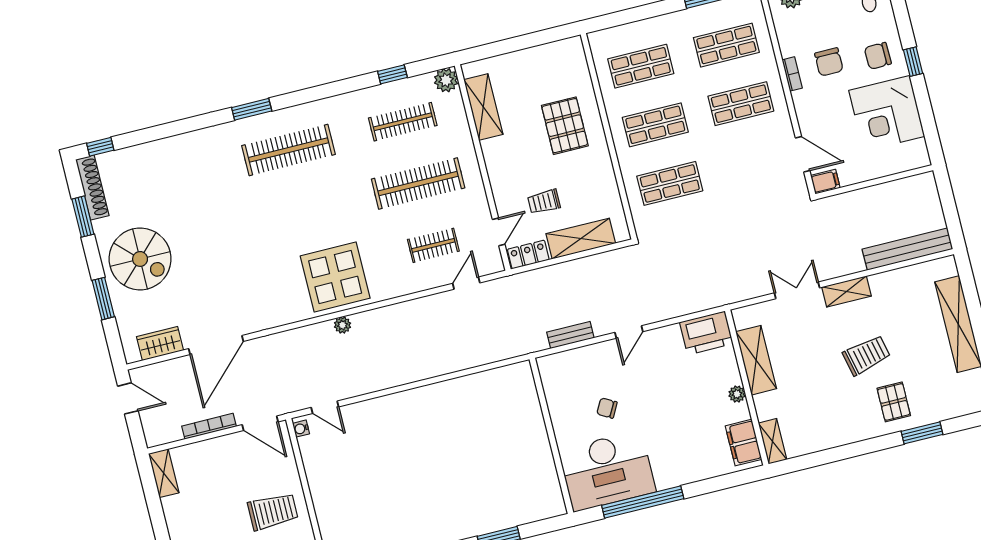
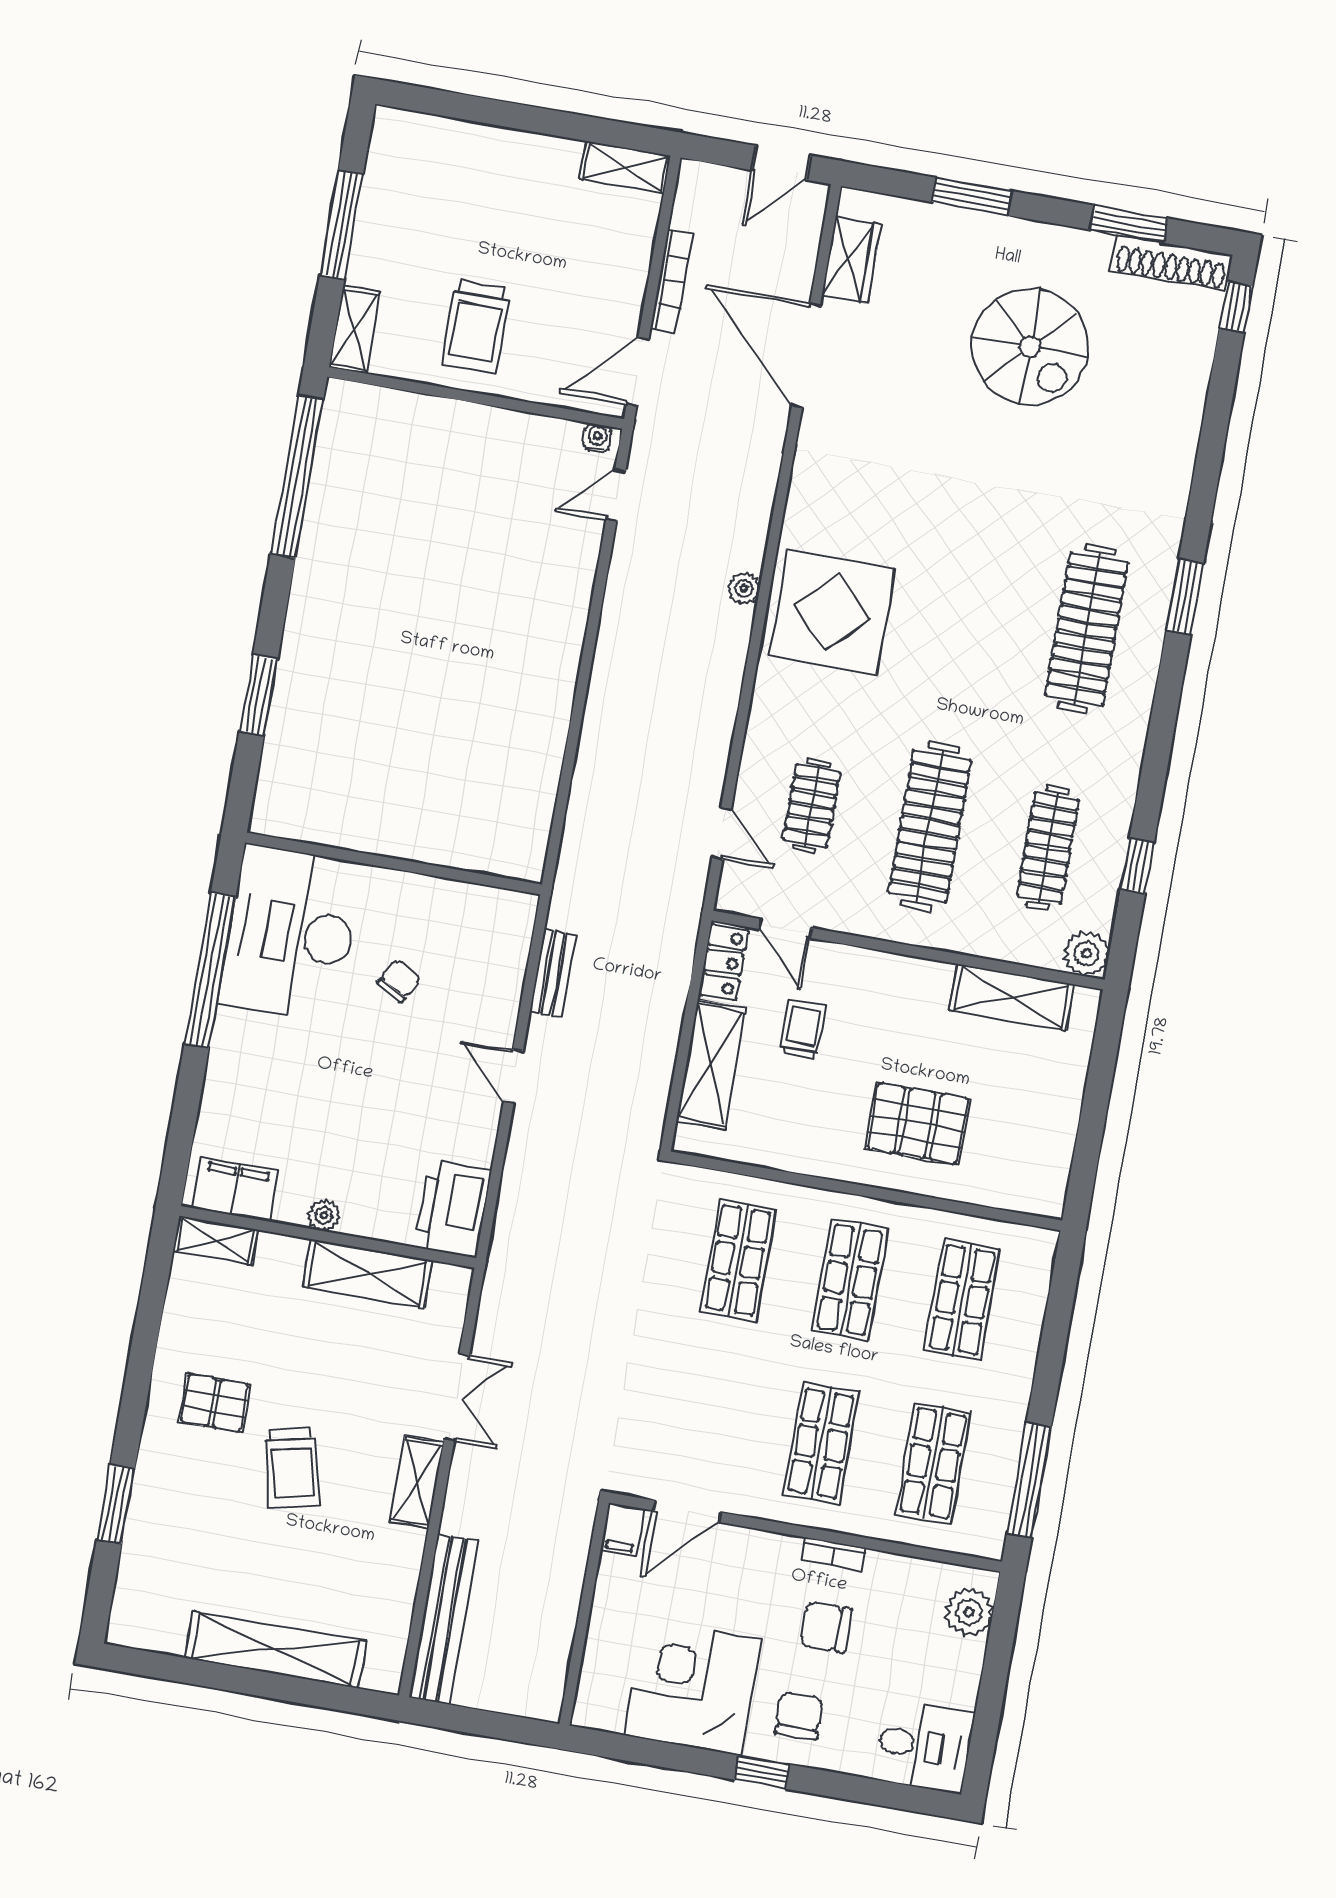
spiral stairs: (140, 259) -> (1030, 347), moved, turned -90
pallet: (894, 402) -> (215, 1403), moved

